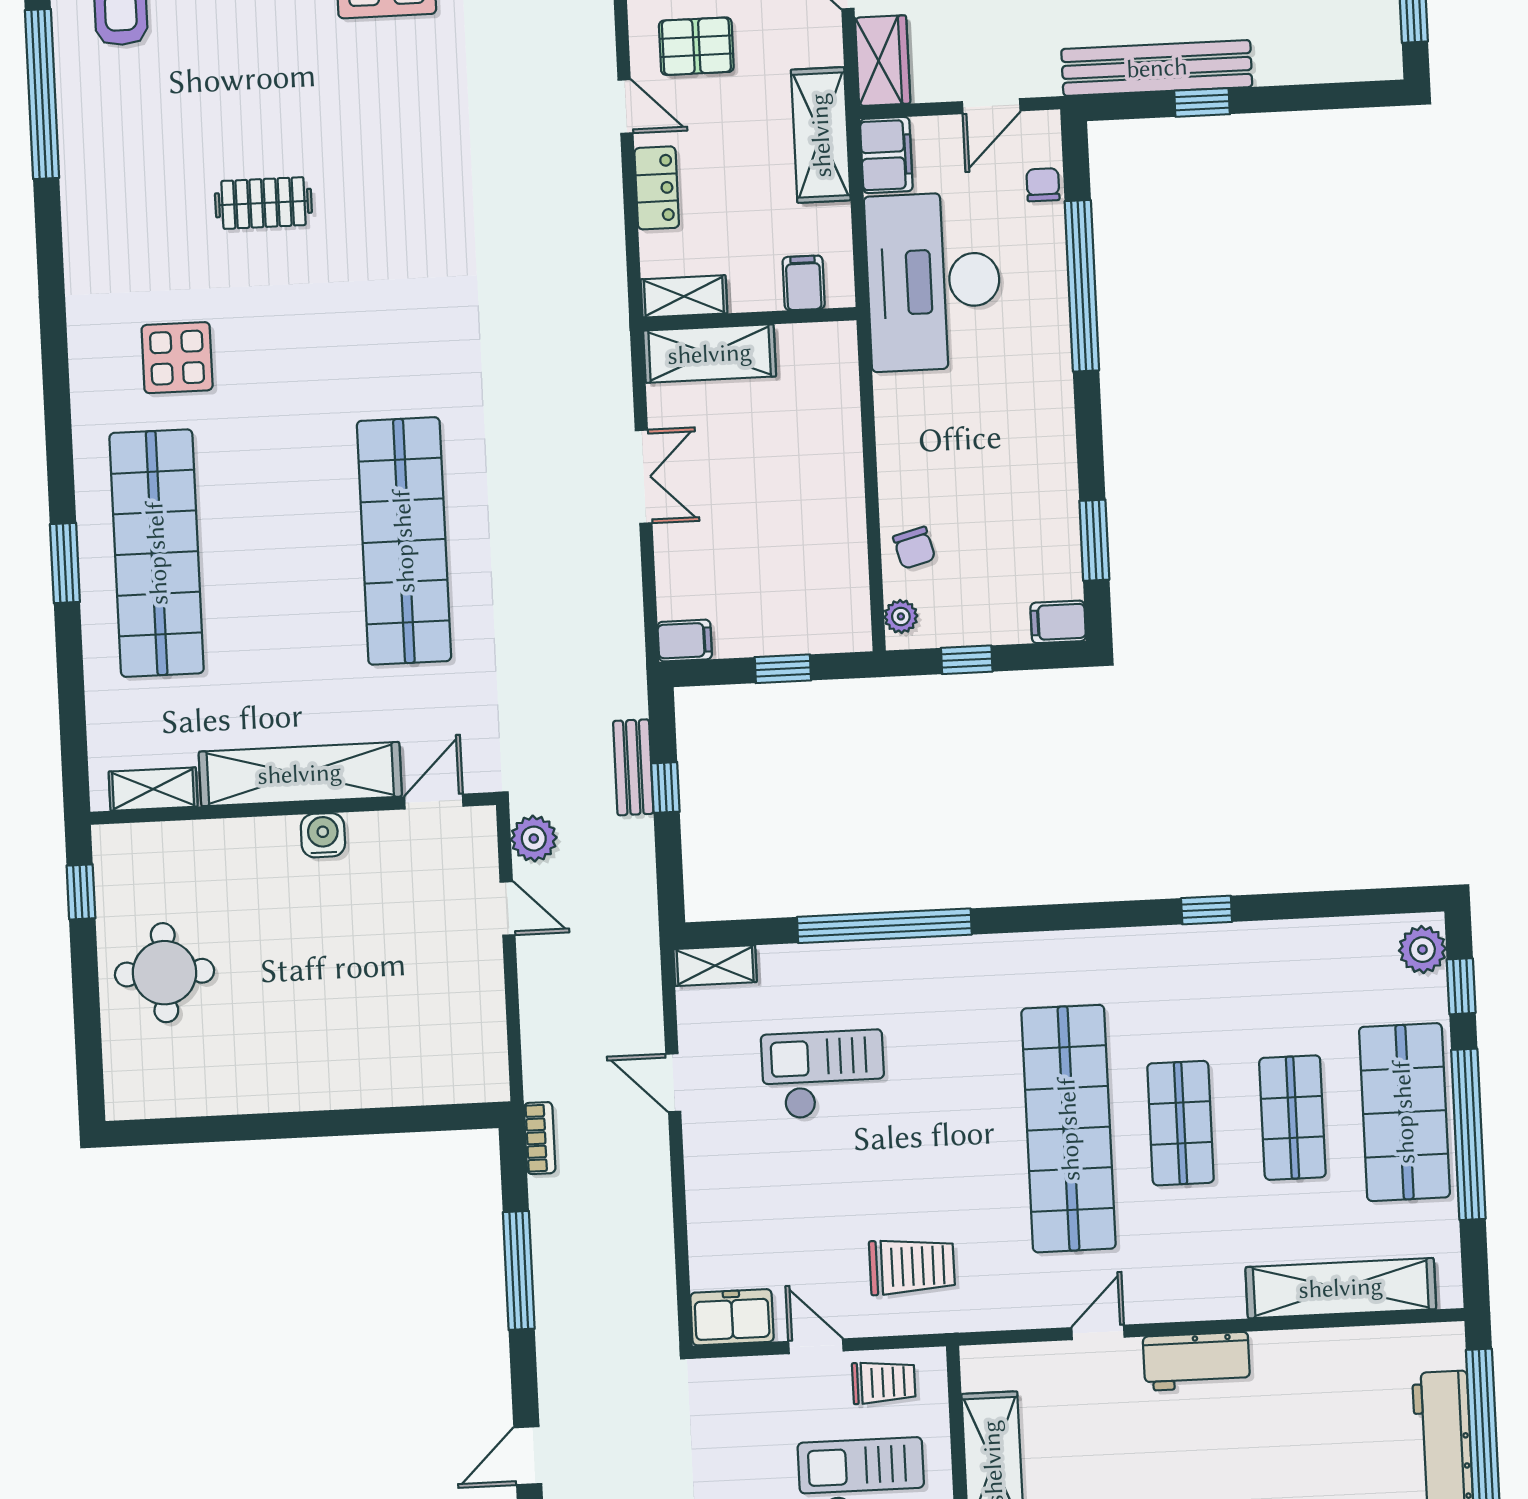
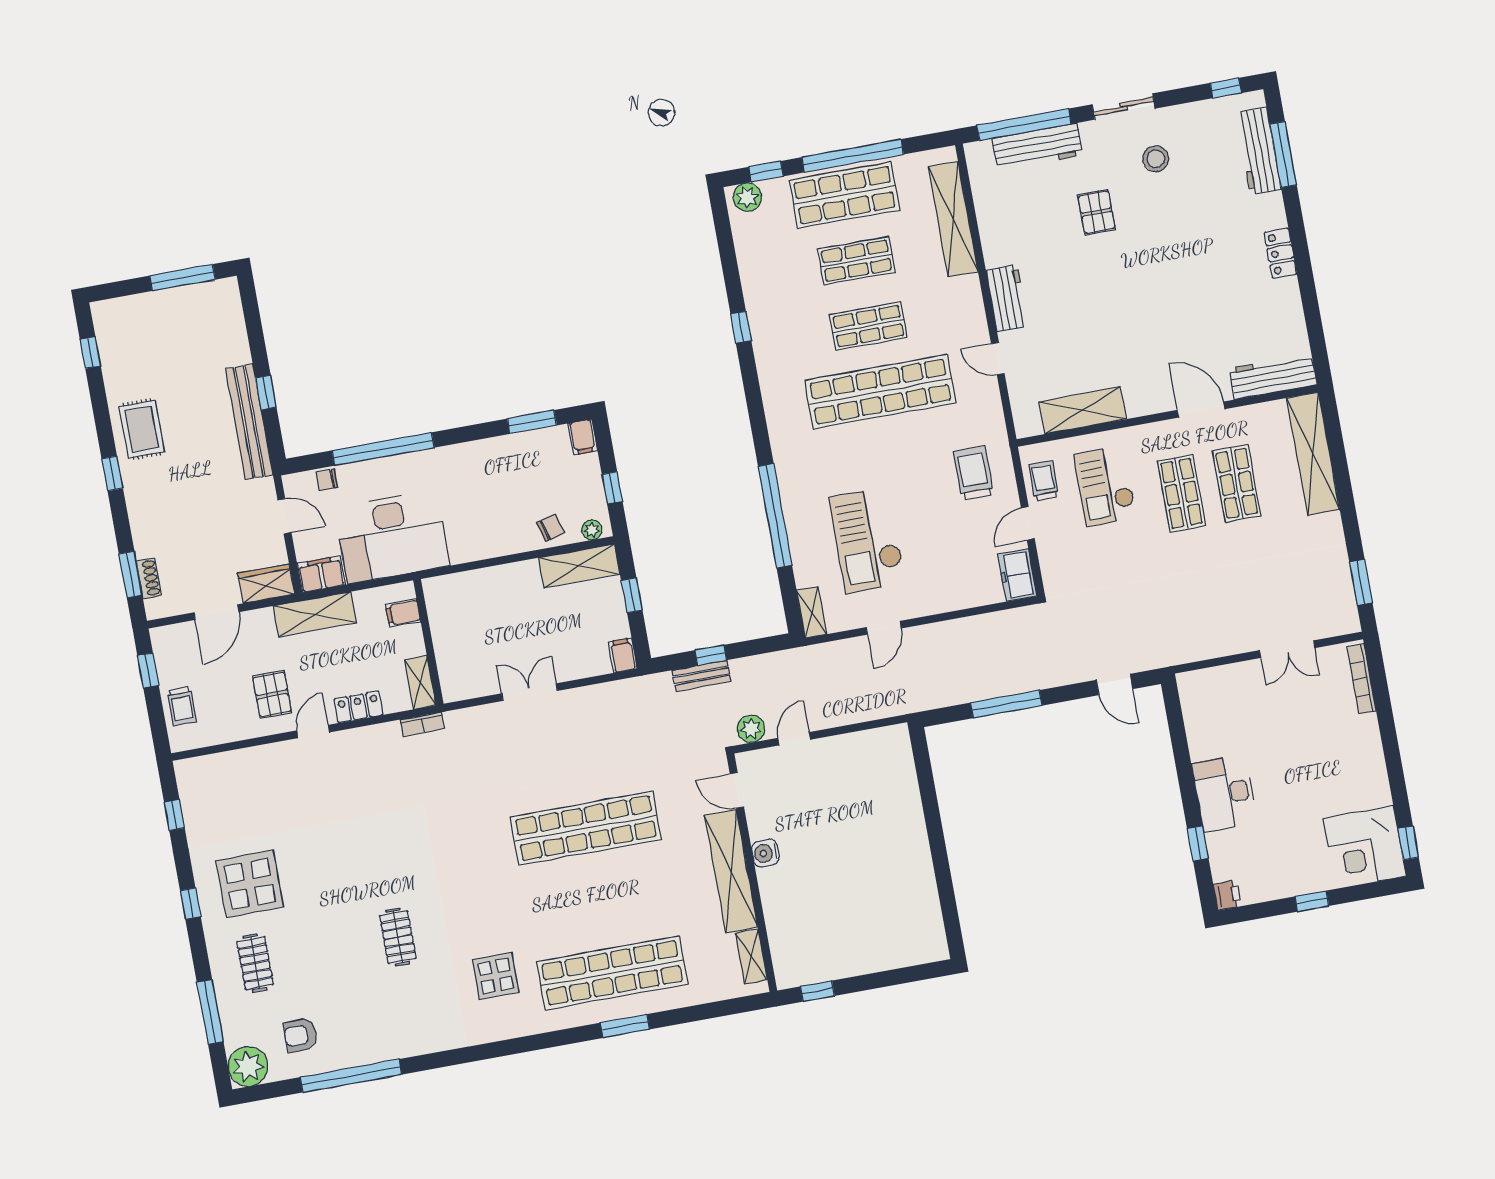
shelving: (710, 354) -> (579, 566), moved, turned 90
round table: (165, 973) -> (858, 936), removed
checkout: (823, 1074) -> (867, 540), width x1.36, depth x1.21
bookcase: (540, 1138) -> (422, 724), moved, turned 180

